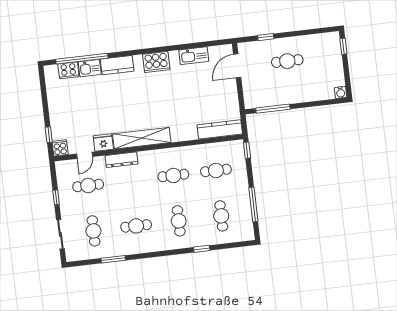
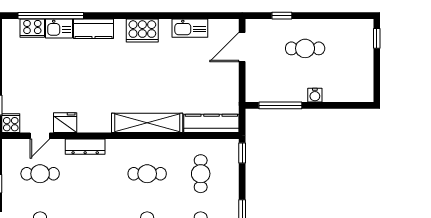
water cooler: (341, 92) -> (315, 95), moved
shelving: (142, 138) -> (147, 123), moved
cafe table: (216, 170) -> (201, 174), turned 90

